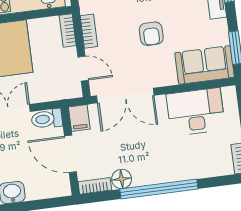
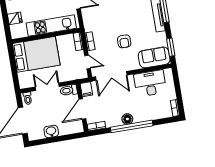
door: (70, 154) -> (82, 109), hinge flipped
floor lamp: (122, 179) -> (127, 119), moved

